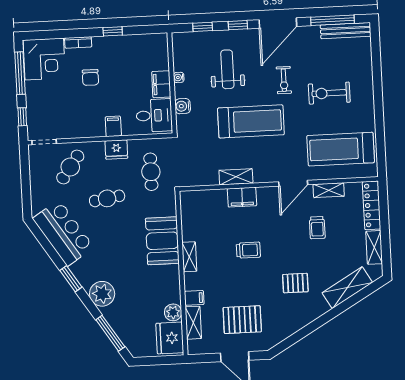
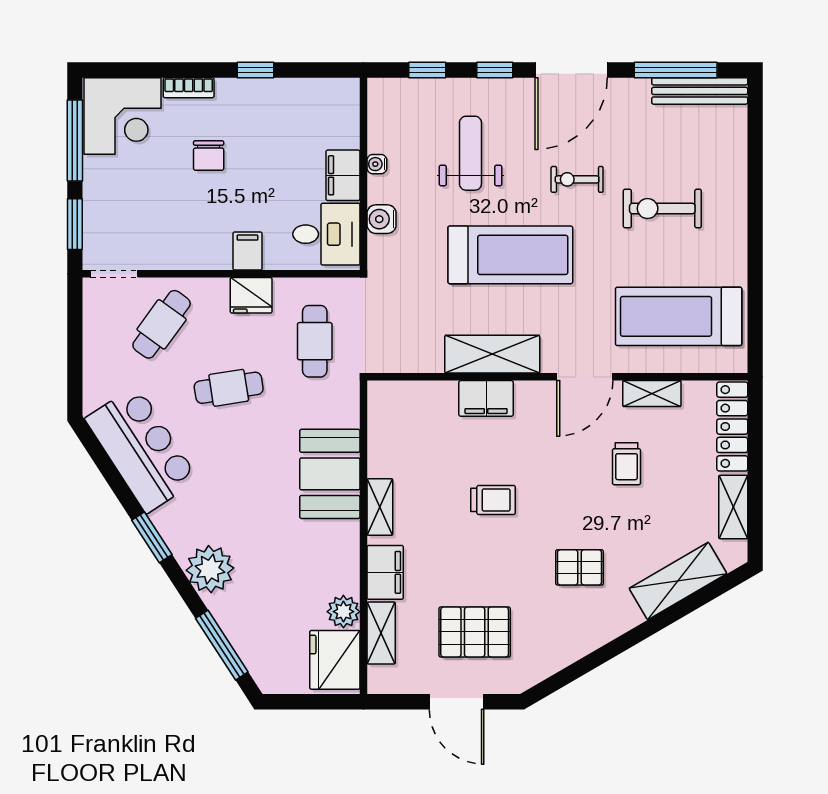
exercise bike: (284, 80) -> (577, 179), turned 90
window: (22, 117) -> (75, 224), width x1.50
shelving: (236, 177) -> (492, 354), width x1.50, depth x1.33
filing cabinet: (194, 298) -> (385, 572), width x2.00

